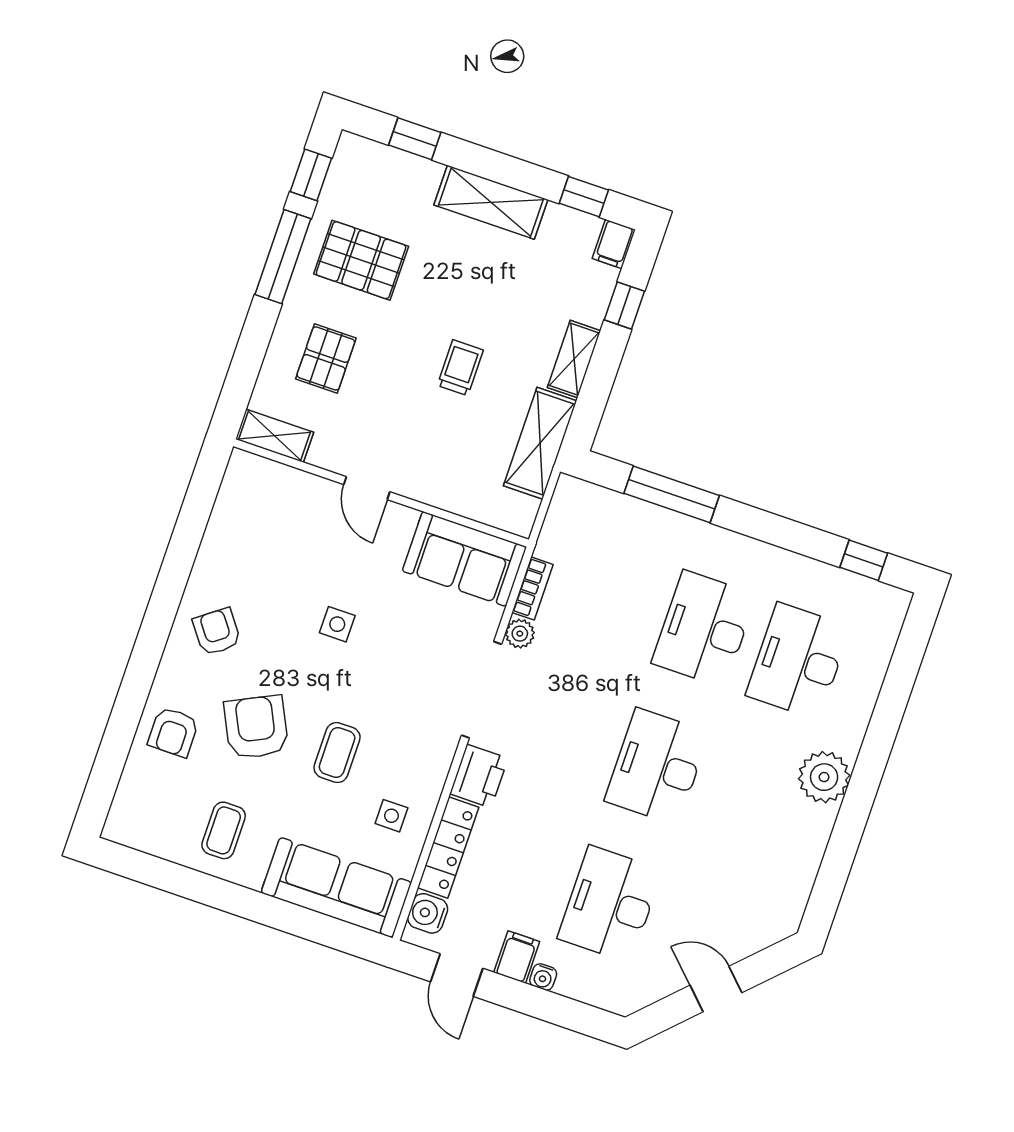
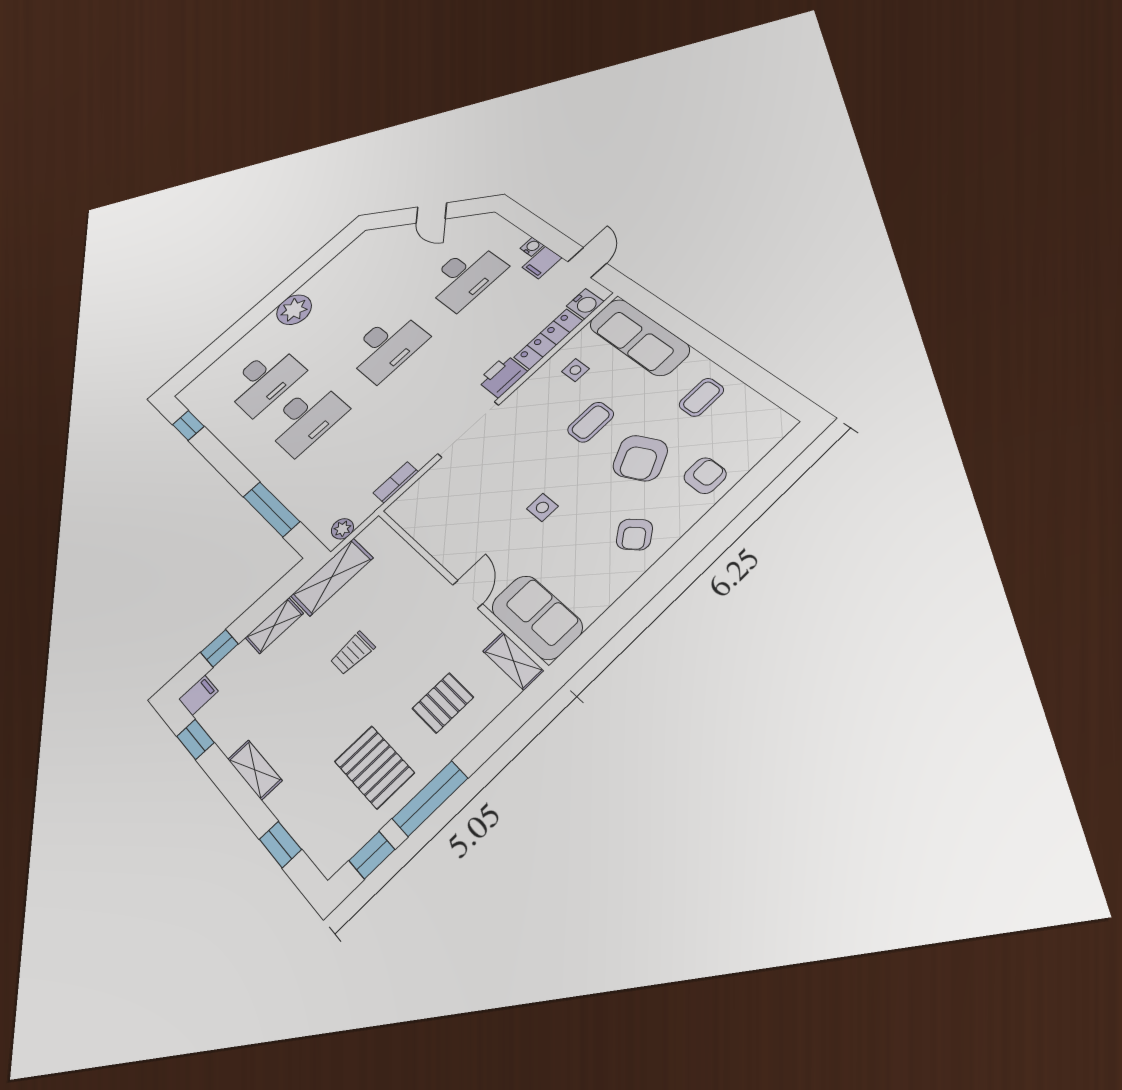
shelving: (491, 202) -> (255, 770), width x0.67, depth x0.75
sofa: (464, 559) -> (537, 617), moved
plant: (520, 634) -> (342, 529), moved

